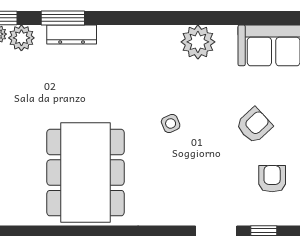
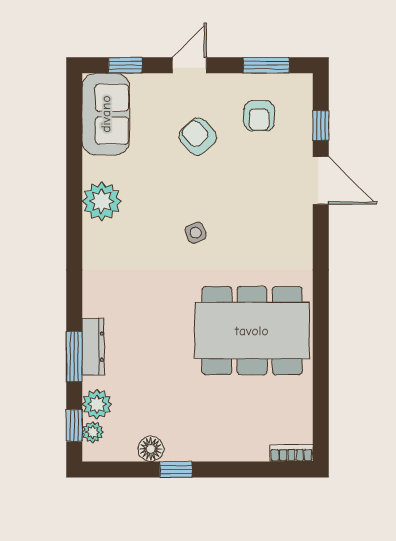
armchair: (272, 179) -> (259, 116), turned -90

